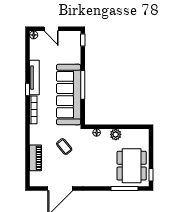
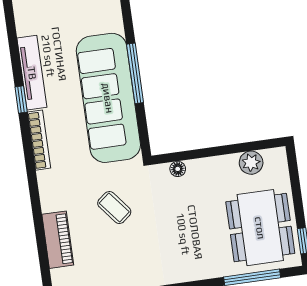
plant: (116, 134) -> (251, 163), moved

